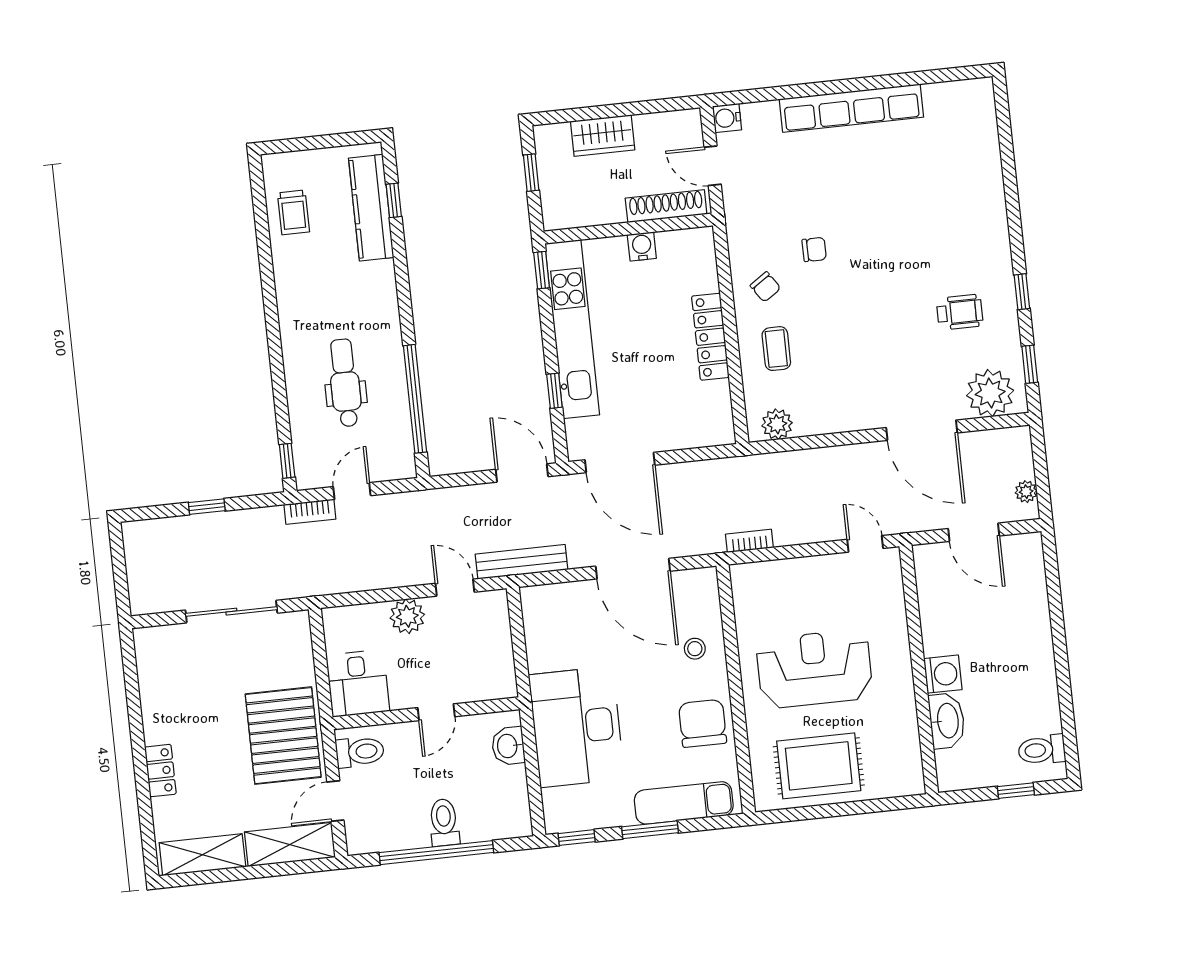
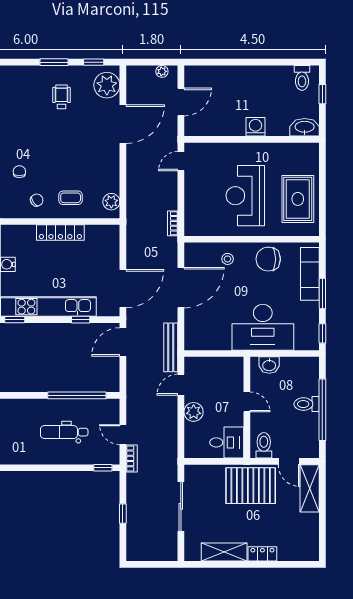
window: (1022, 292) -> (54, 62), width x1.50
washbasin: (947, 721) -> (305, 127), moved
shelving: (202, 855) -> (224, 552), moved, turned 90

